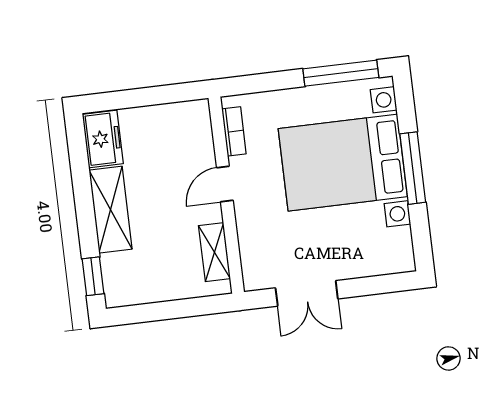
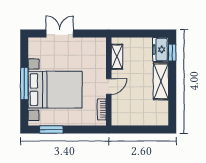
window: (341, 73) -> (51, 129), width x0.69
freezer: (103, 139) -> (161, 49), moved
double door: (307, 293) -> (60, 33), moved

